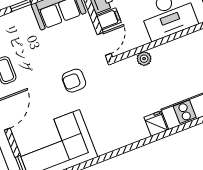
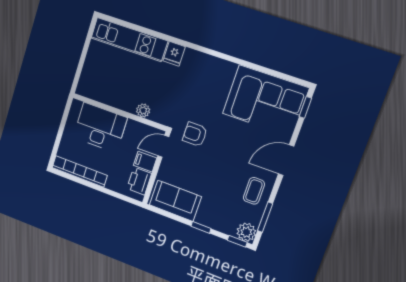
armchair: (74, 81) -> (195, 134), moved, turned 180

